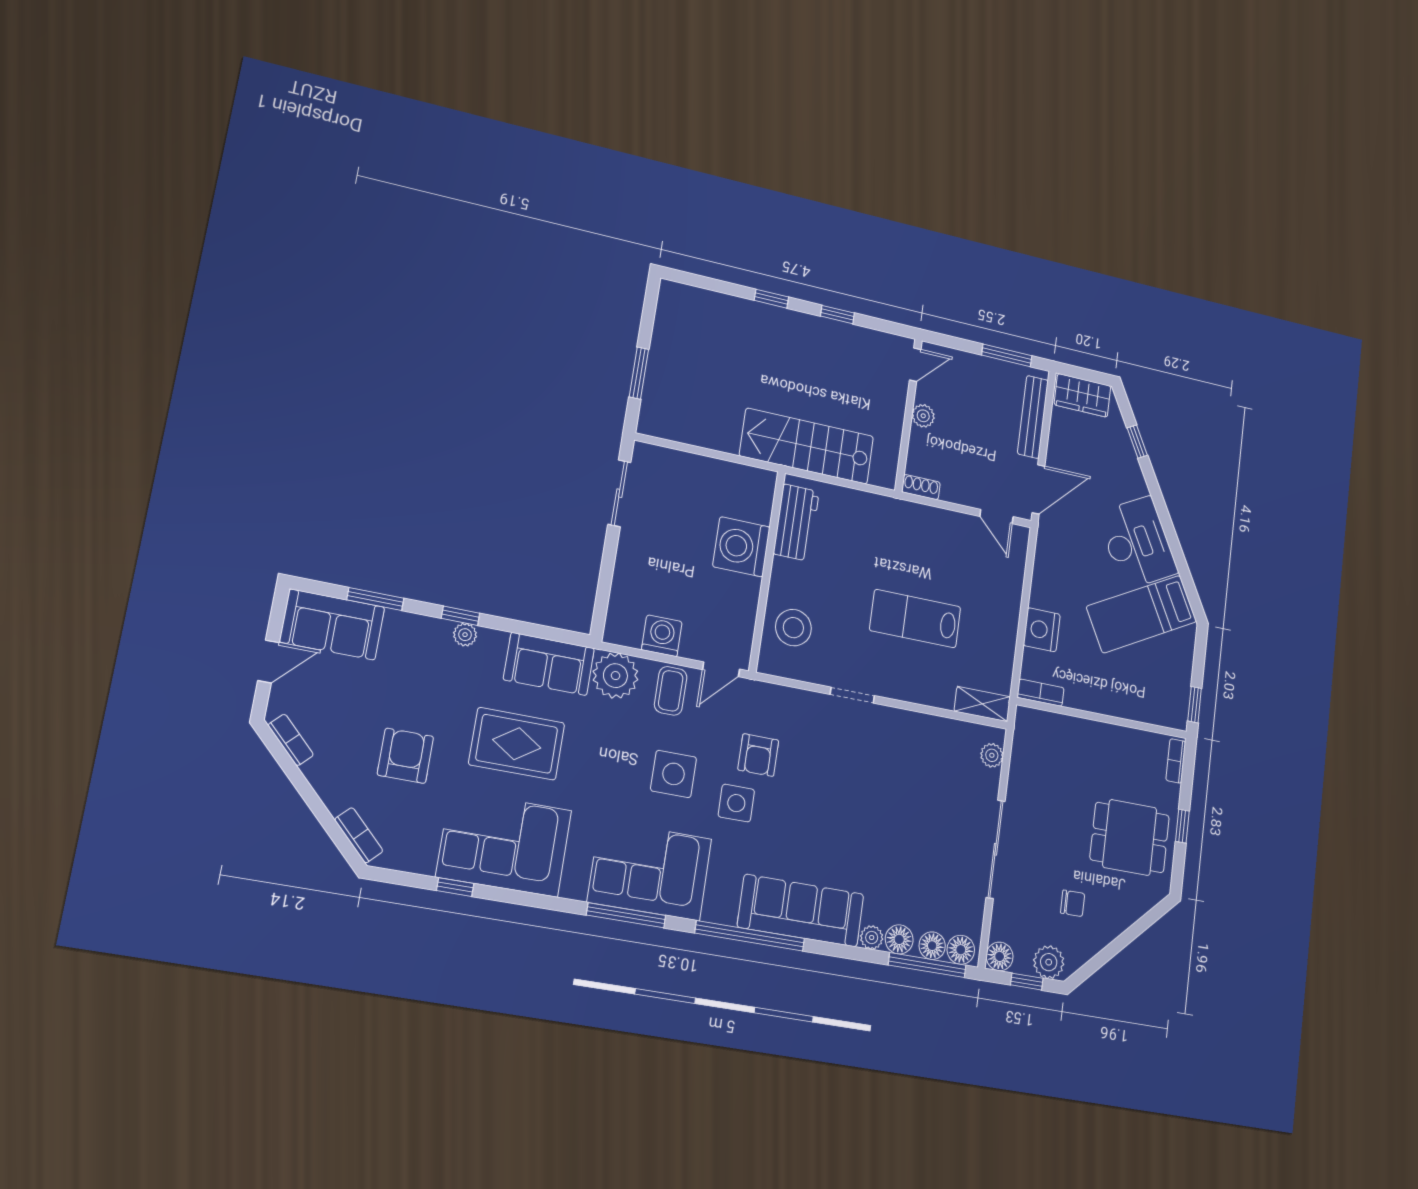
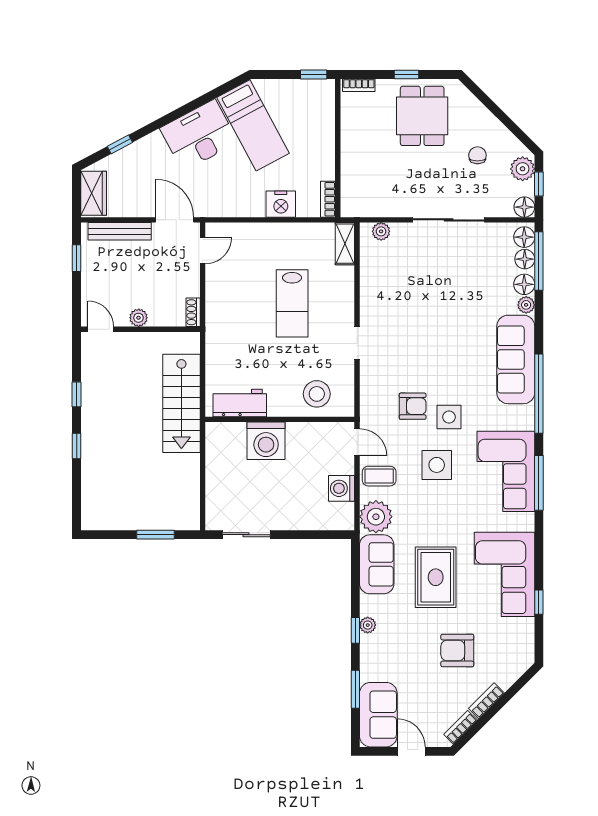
window: (1007, 355) -> (77, 258), width x0.67
bookcase: (359, 835) -> (486, 701), moved

